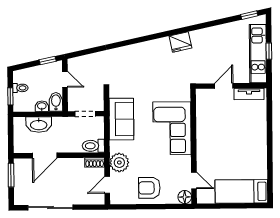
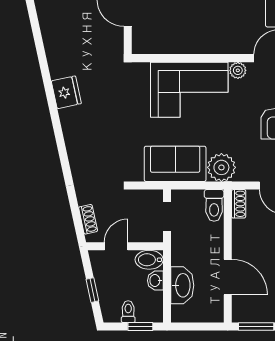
fridge: (180, 42) -> (66, 92), moved
shoe rack: (83, 60) -> (88, 219), added
window: (48, 61) -> (92, 290), moved
plant: (185, 161) -> (238, 70), added
plant: (119, 163) -> (221, 167), moved

